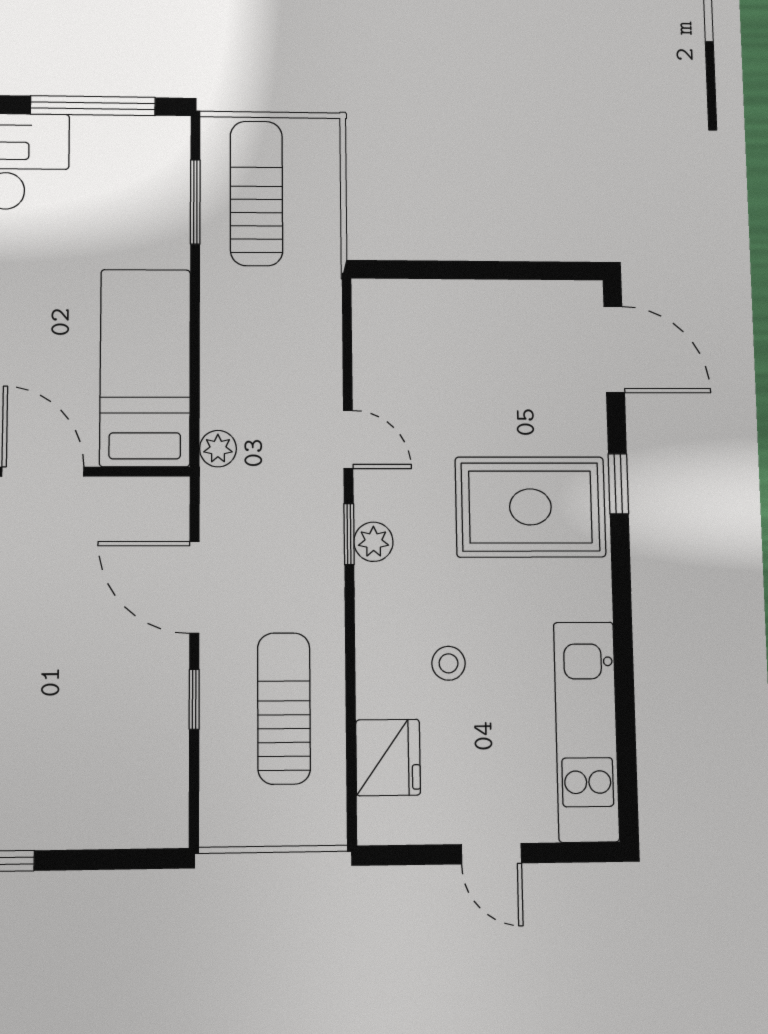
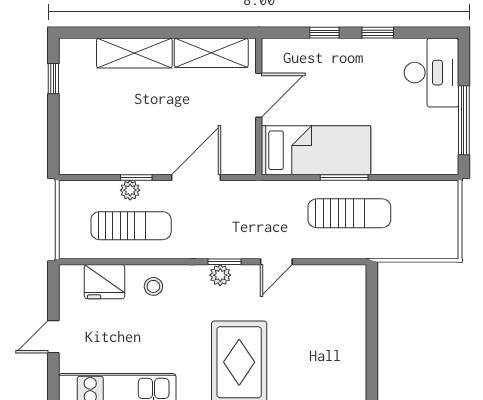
sun lounger: (256, 193) -> (349, 213), moved
window: (195, 202) -> (344, 177), moved
plant: (218, 449) -> (130, 190), moved
stool: (449, 663) -> (153, 286), moved

